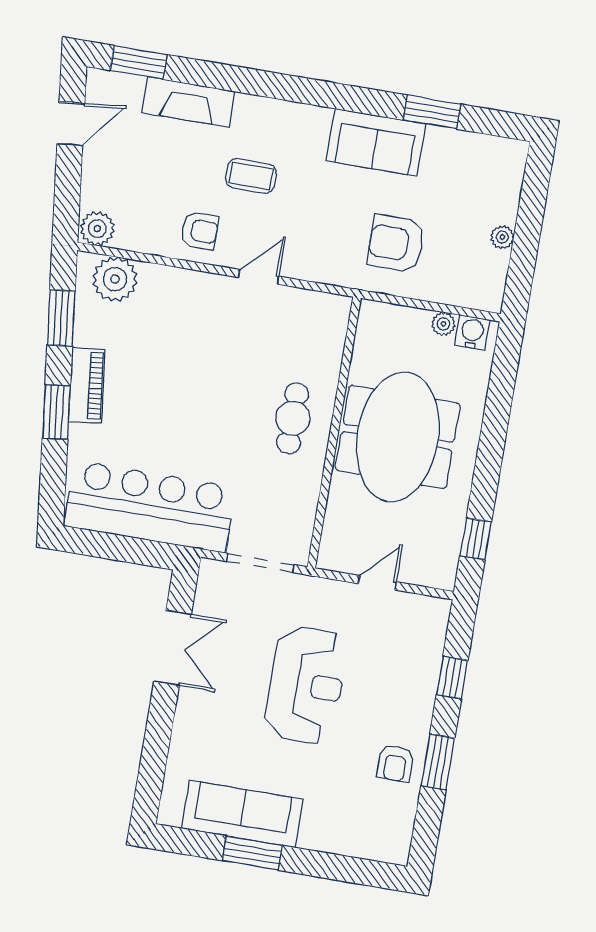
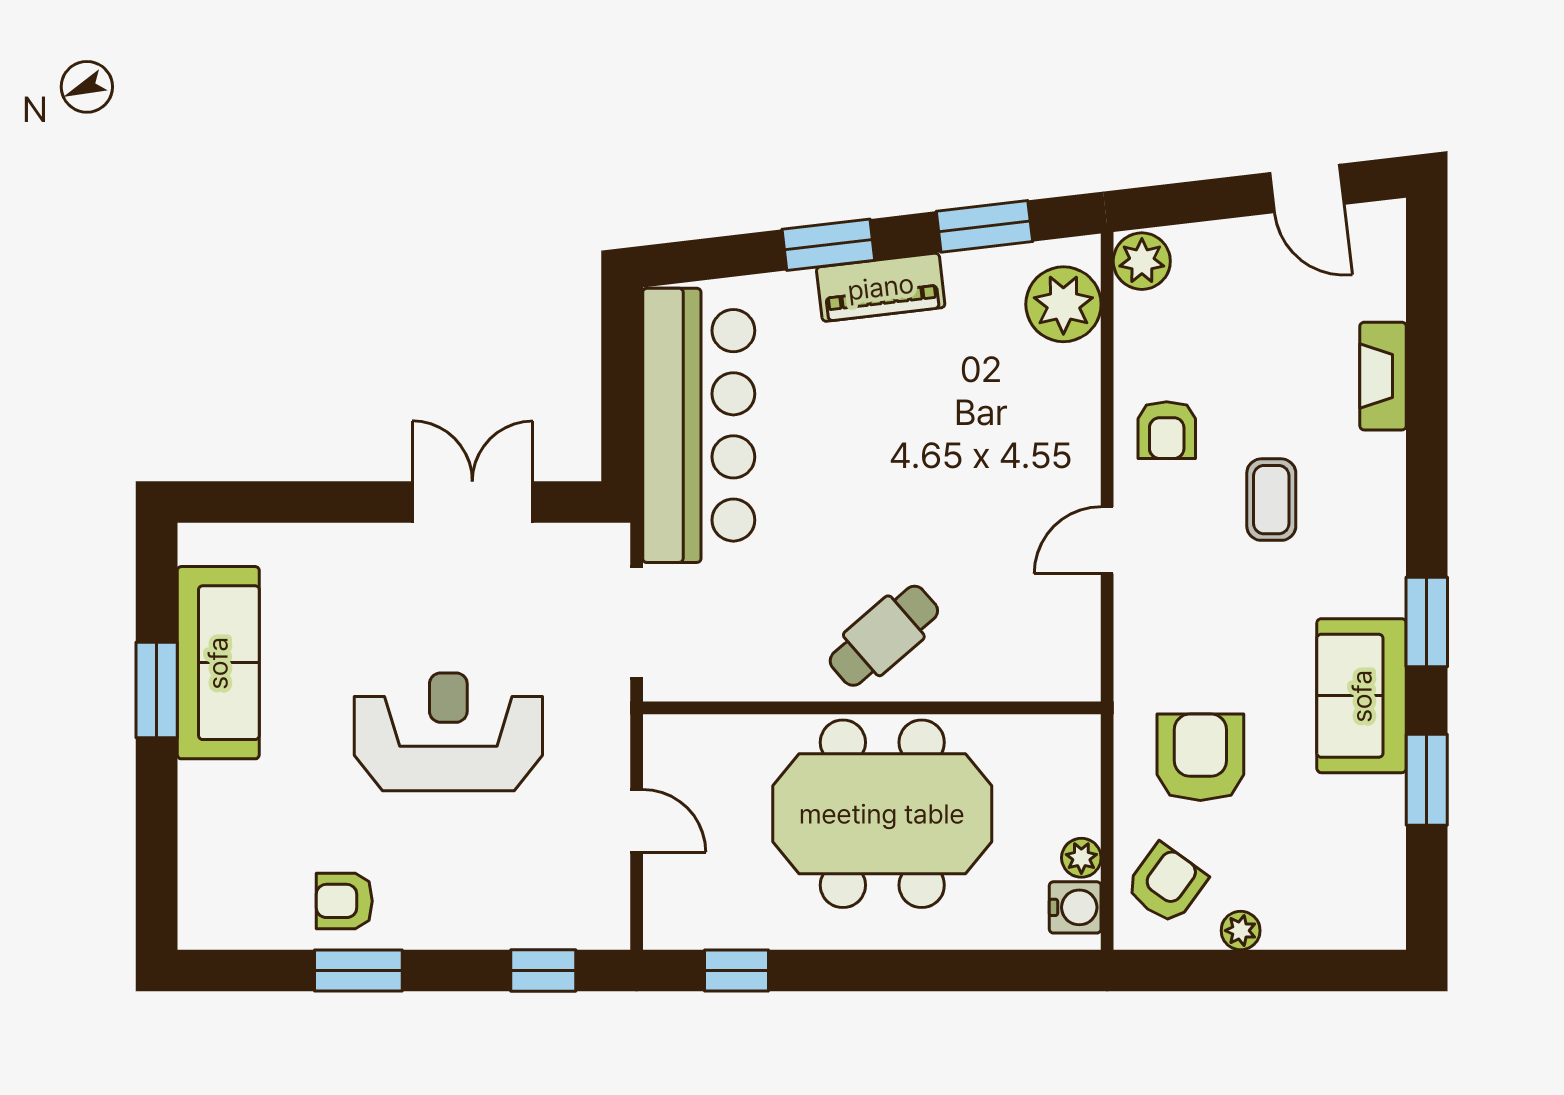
window: (139, 63) -> (1427, 622), moved
fireplace: (189, 102) -> (1383, 376), width x0.73, depth x0.76
armchair: (467, 276) -> (1166, 884), added
door: (259, 277) -> (1107, 540), swing flipped
cafe table: (293, 418) -> (884, 636), turned -41
double door: (173, 648) -> (472, 502), swing flipped
window: (452, 678) -> (543, 971), moved
reception desk: (306, 685) -> (448, 732), turned 180

